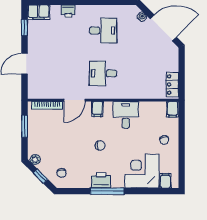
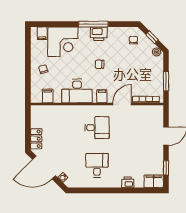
desk: (103, 31) -> (97, 165), turned 90
locker: (172, 85) -> (36, 139), moved
filing cabinet: (173, 109) -> (48, 96), moved
desk: (126, 115) -> (77, 91), width x1.37

